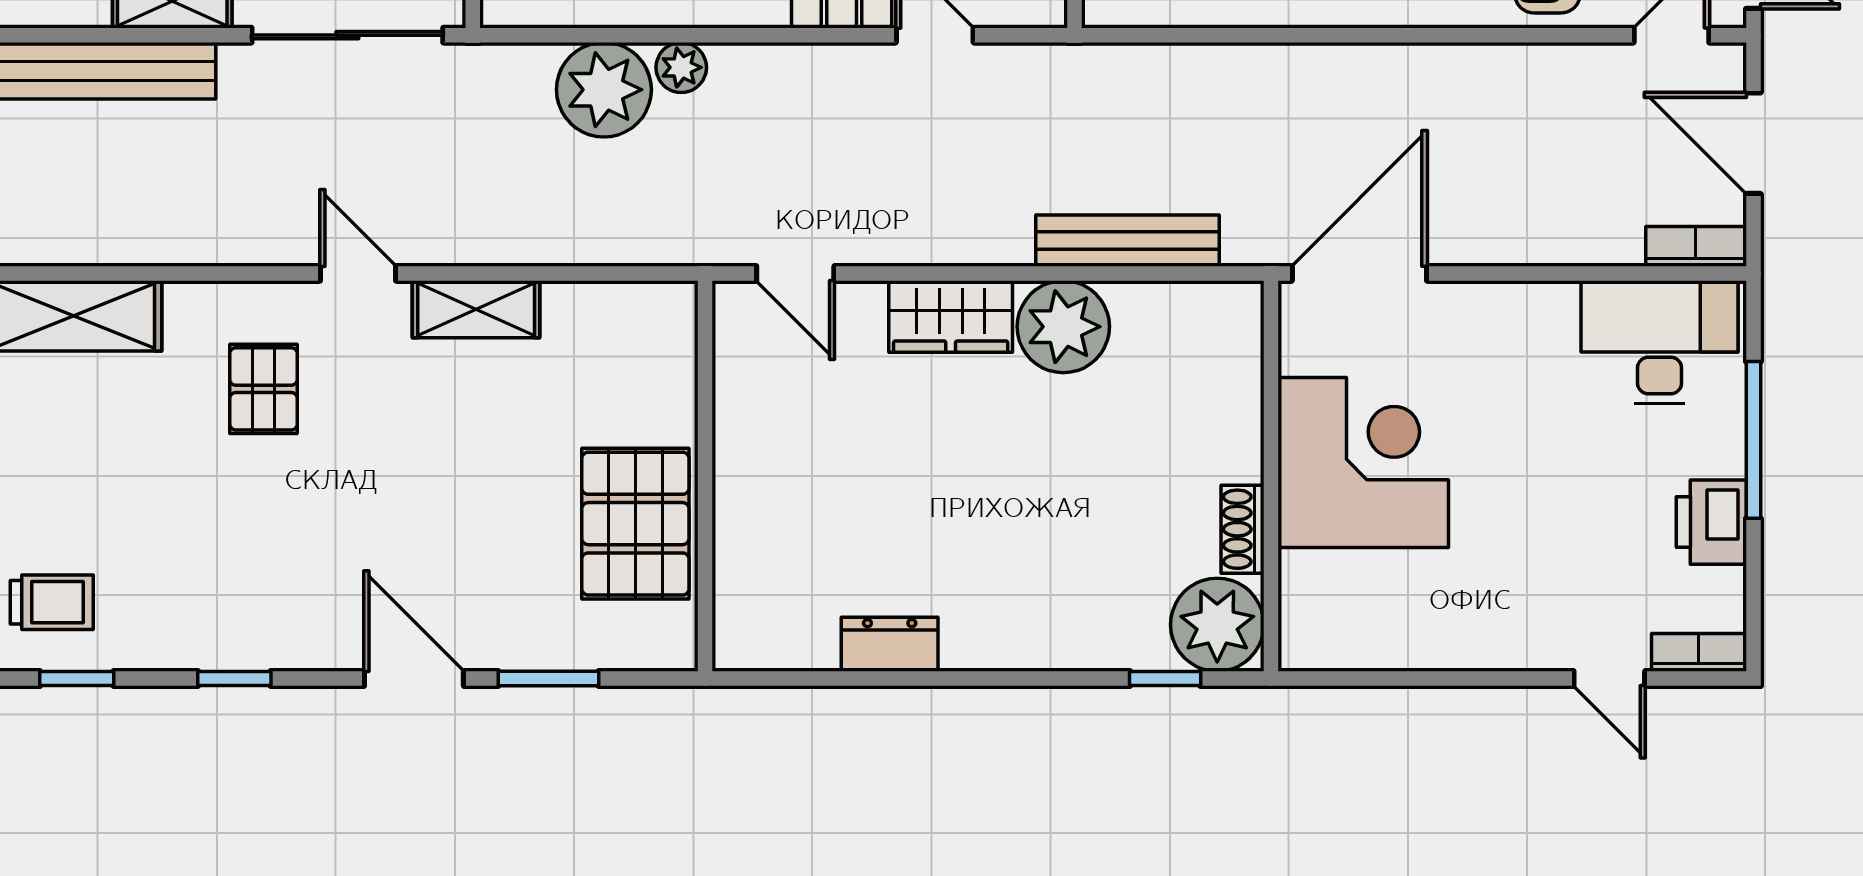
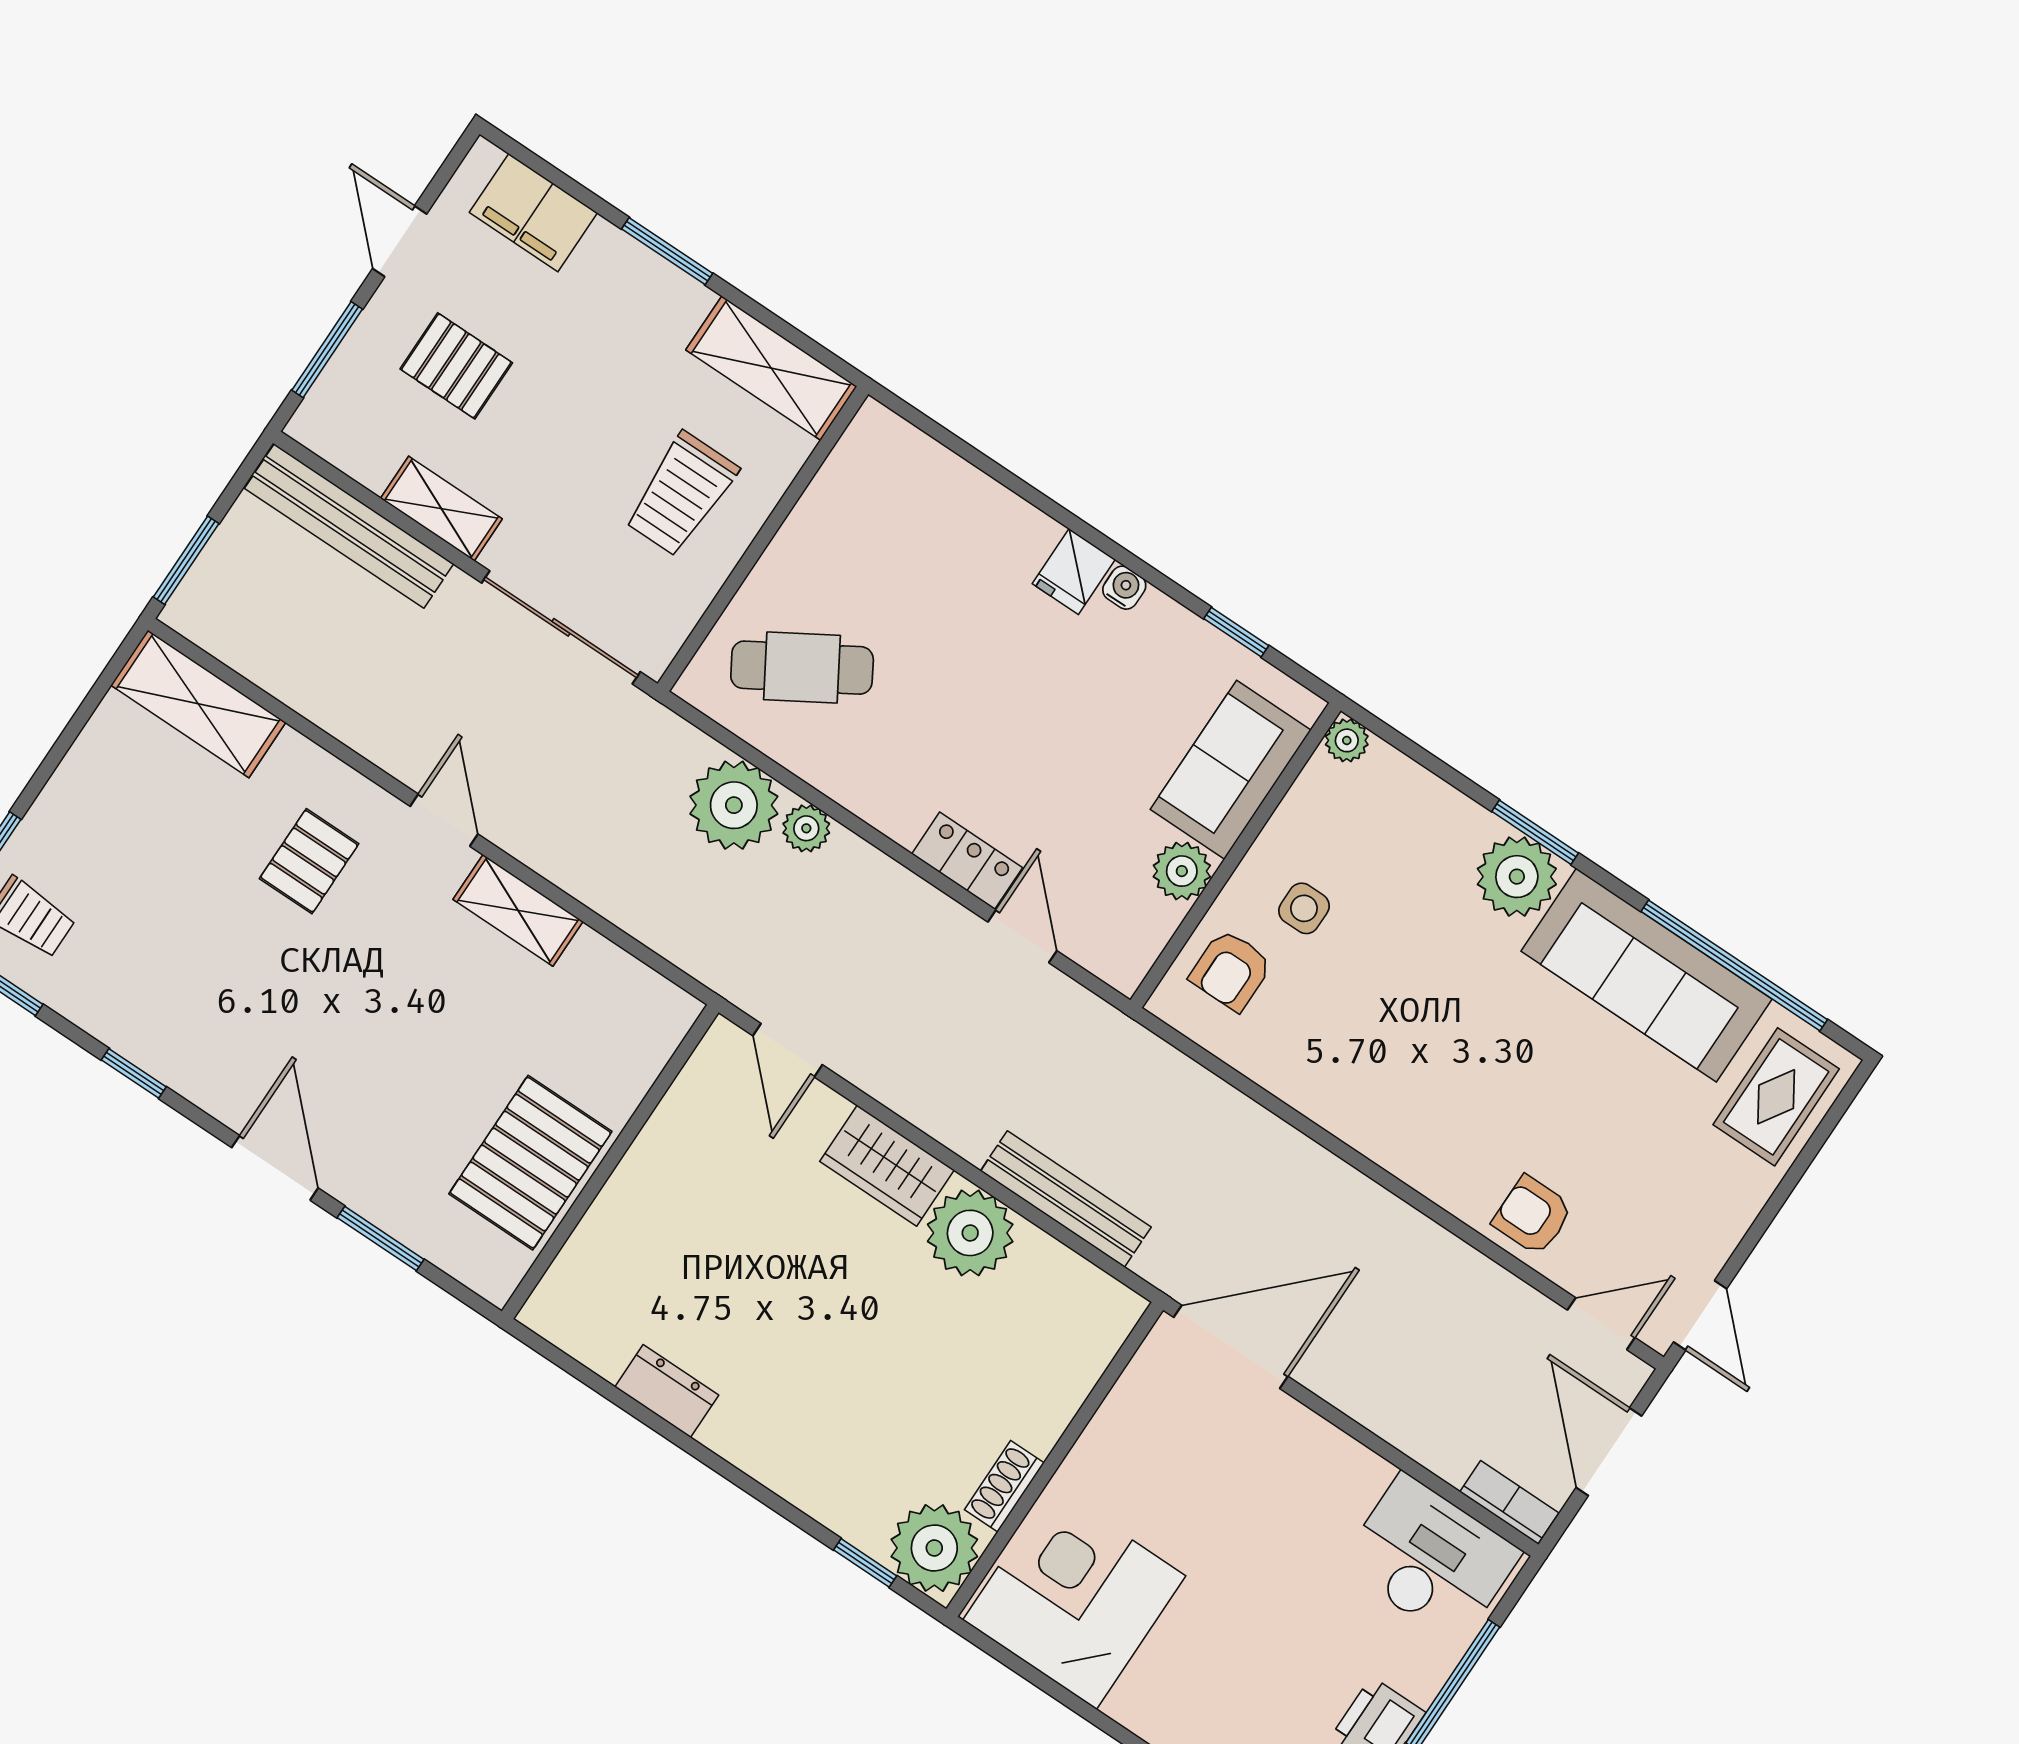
corner desk: (1363, 463) -> (1074, 1598), moved, turned -90

